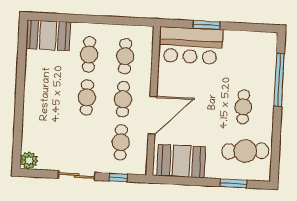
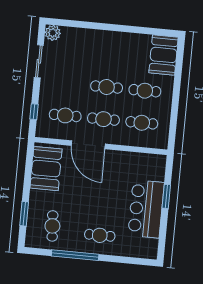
bar counter: (191, 45) -> (146, 209), moved
window: (279, 80) -> (75, 255), moved
cafe table: (243, 107) -> (100, 235), moved
cafe table: (245, 151) -> (52, 226), width x0.73, depth x0.74
sliding door: (76, 175) -> (39, 61), moved

